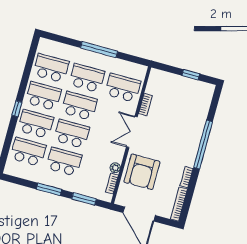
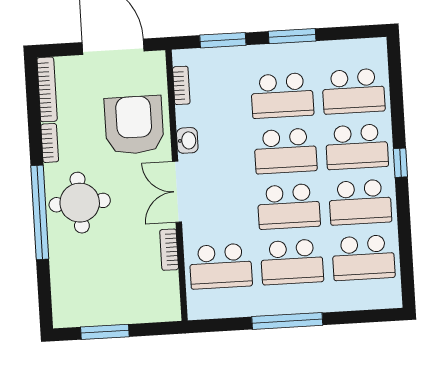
window: (191, 75) -> (105, 332), width x1.50
double door: (132, 132) -> (177, 192), swing flipped
round table: (182, 143) -> (80, 203), added
washbasin: (118, 155) -> (187, 140), added
plant: (115, 168) -> (185, 116), removed

